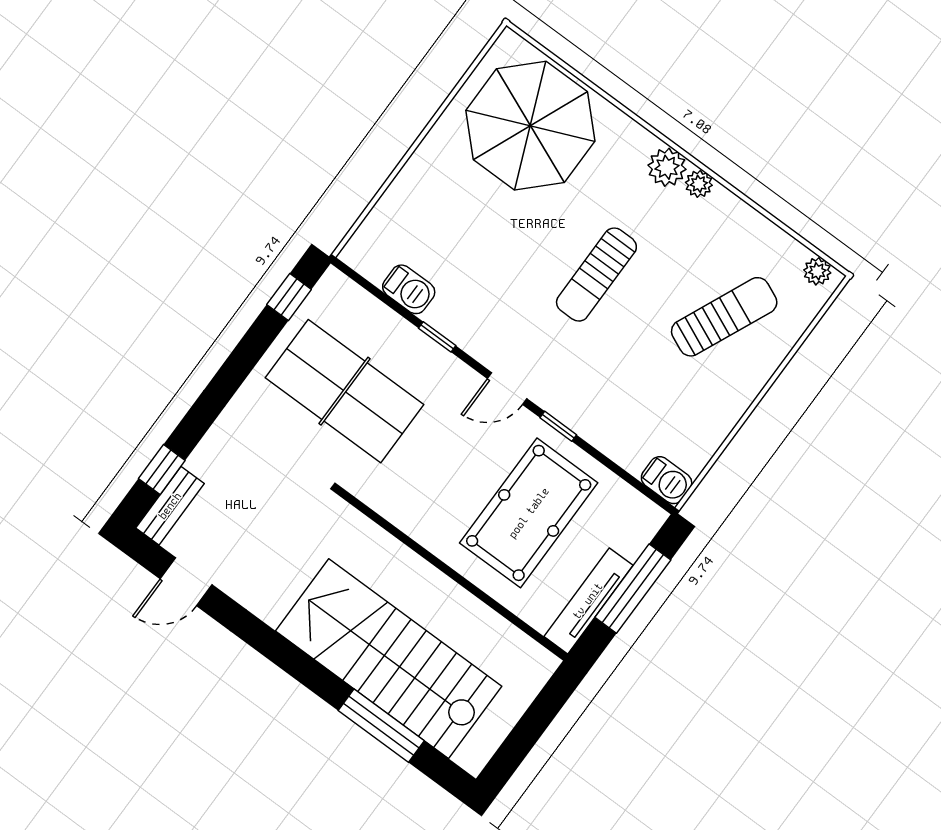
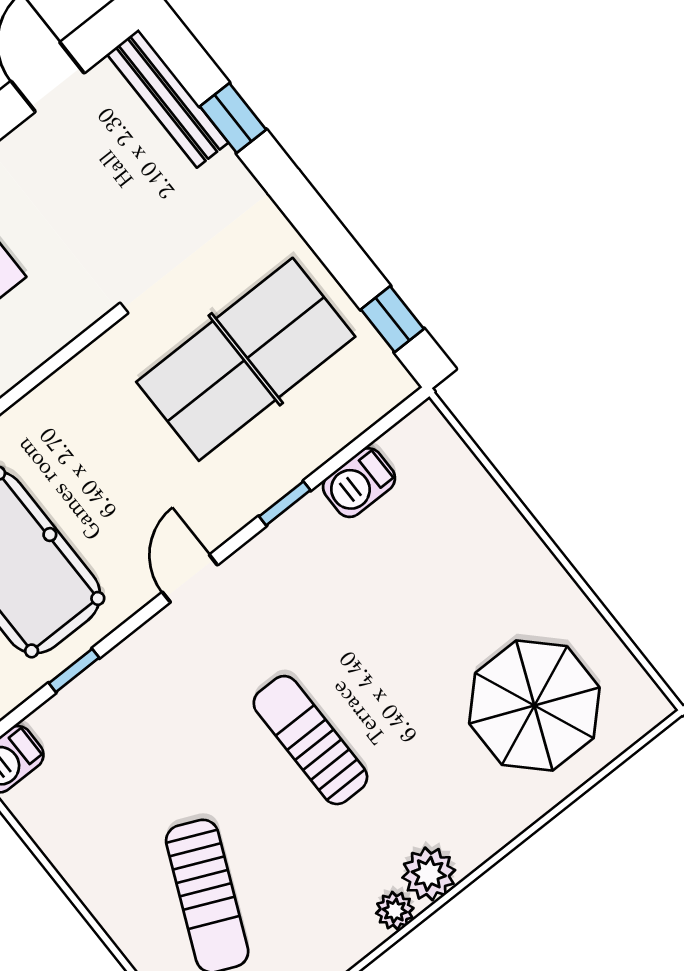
parasol: (530, 126) -> (534, 706), width x0.73, depth x0.73
window: (558, 426) -> (74, 670), moved
window: (162, 470) -> (233, 118), moved
bench: (170, 506) -> (168, 98), width x1.36

